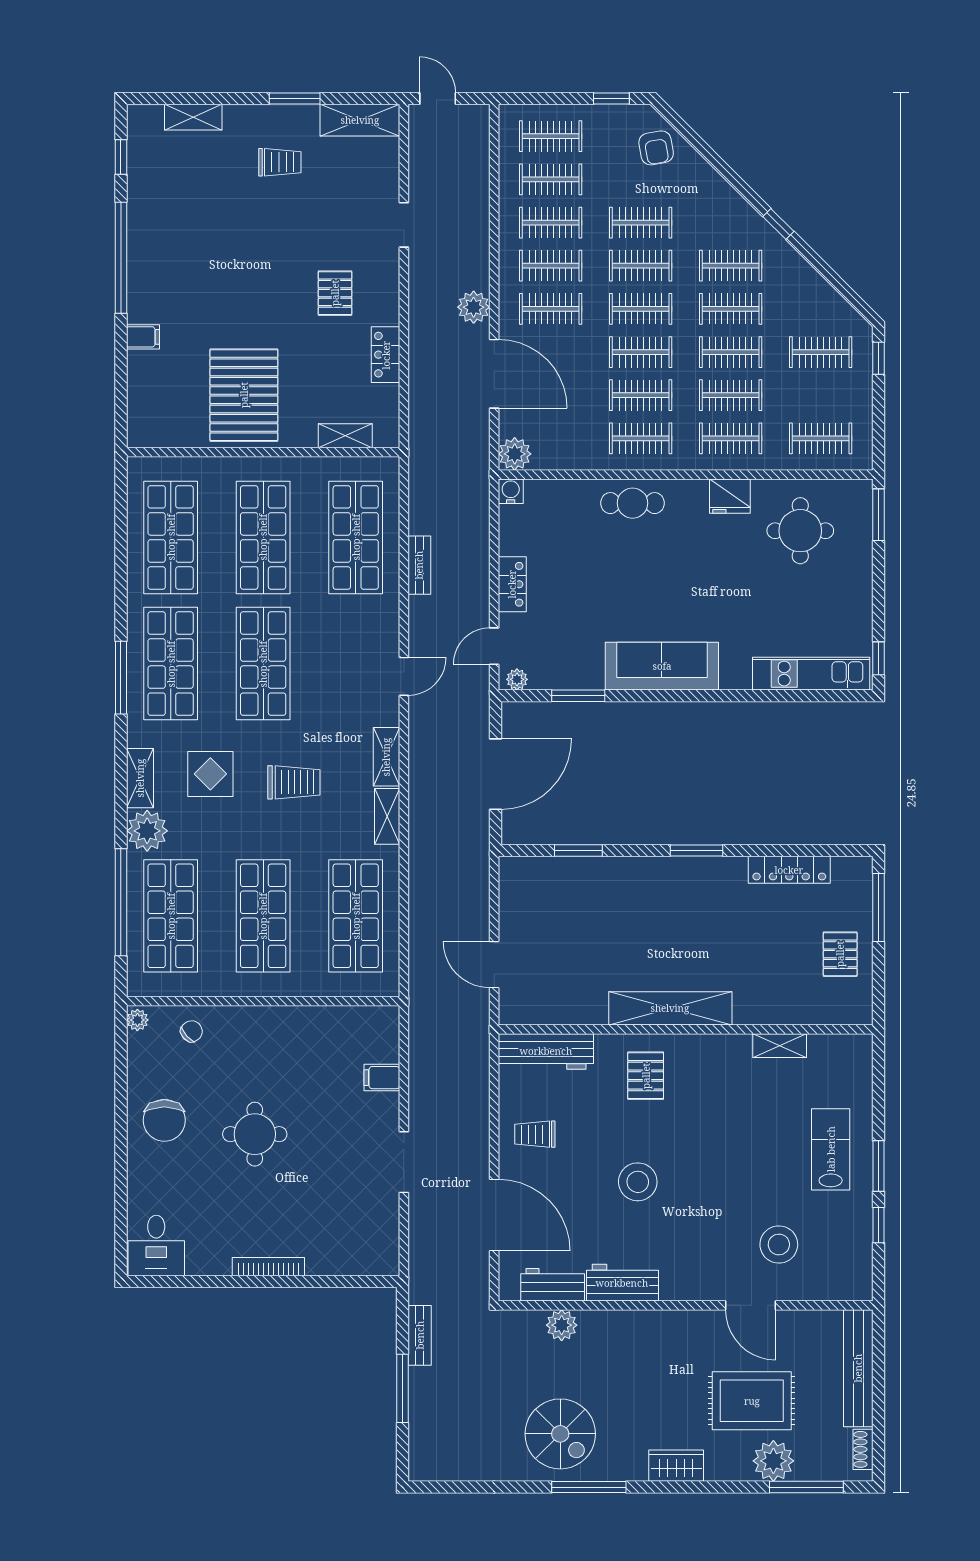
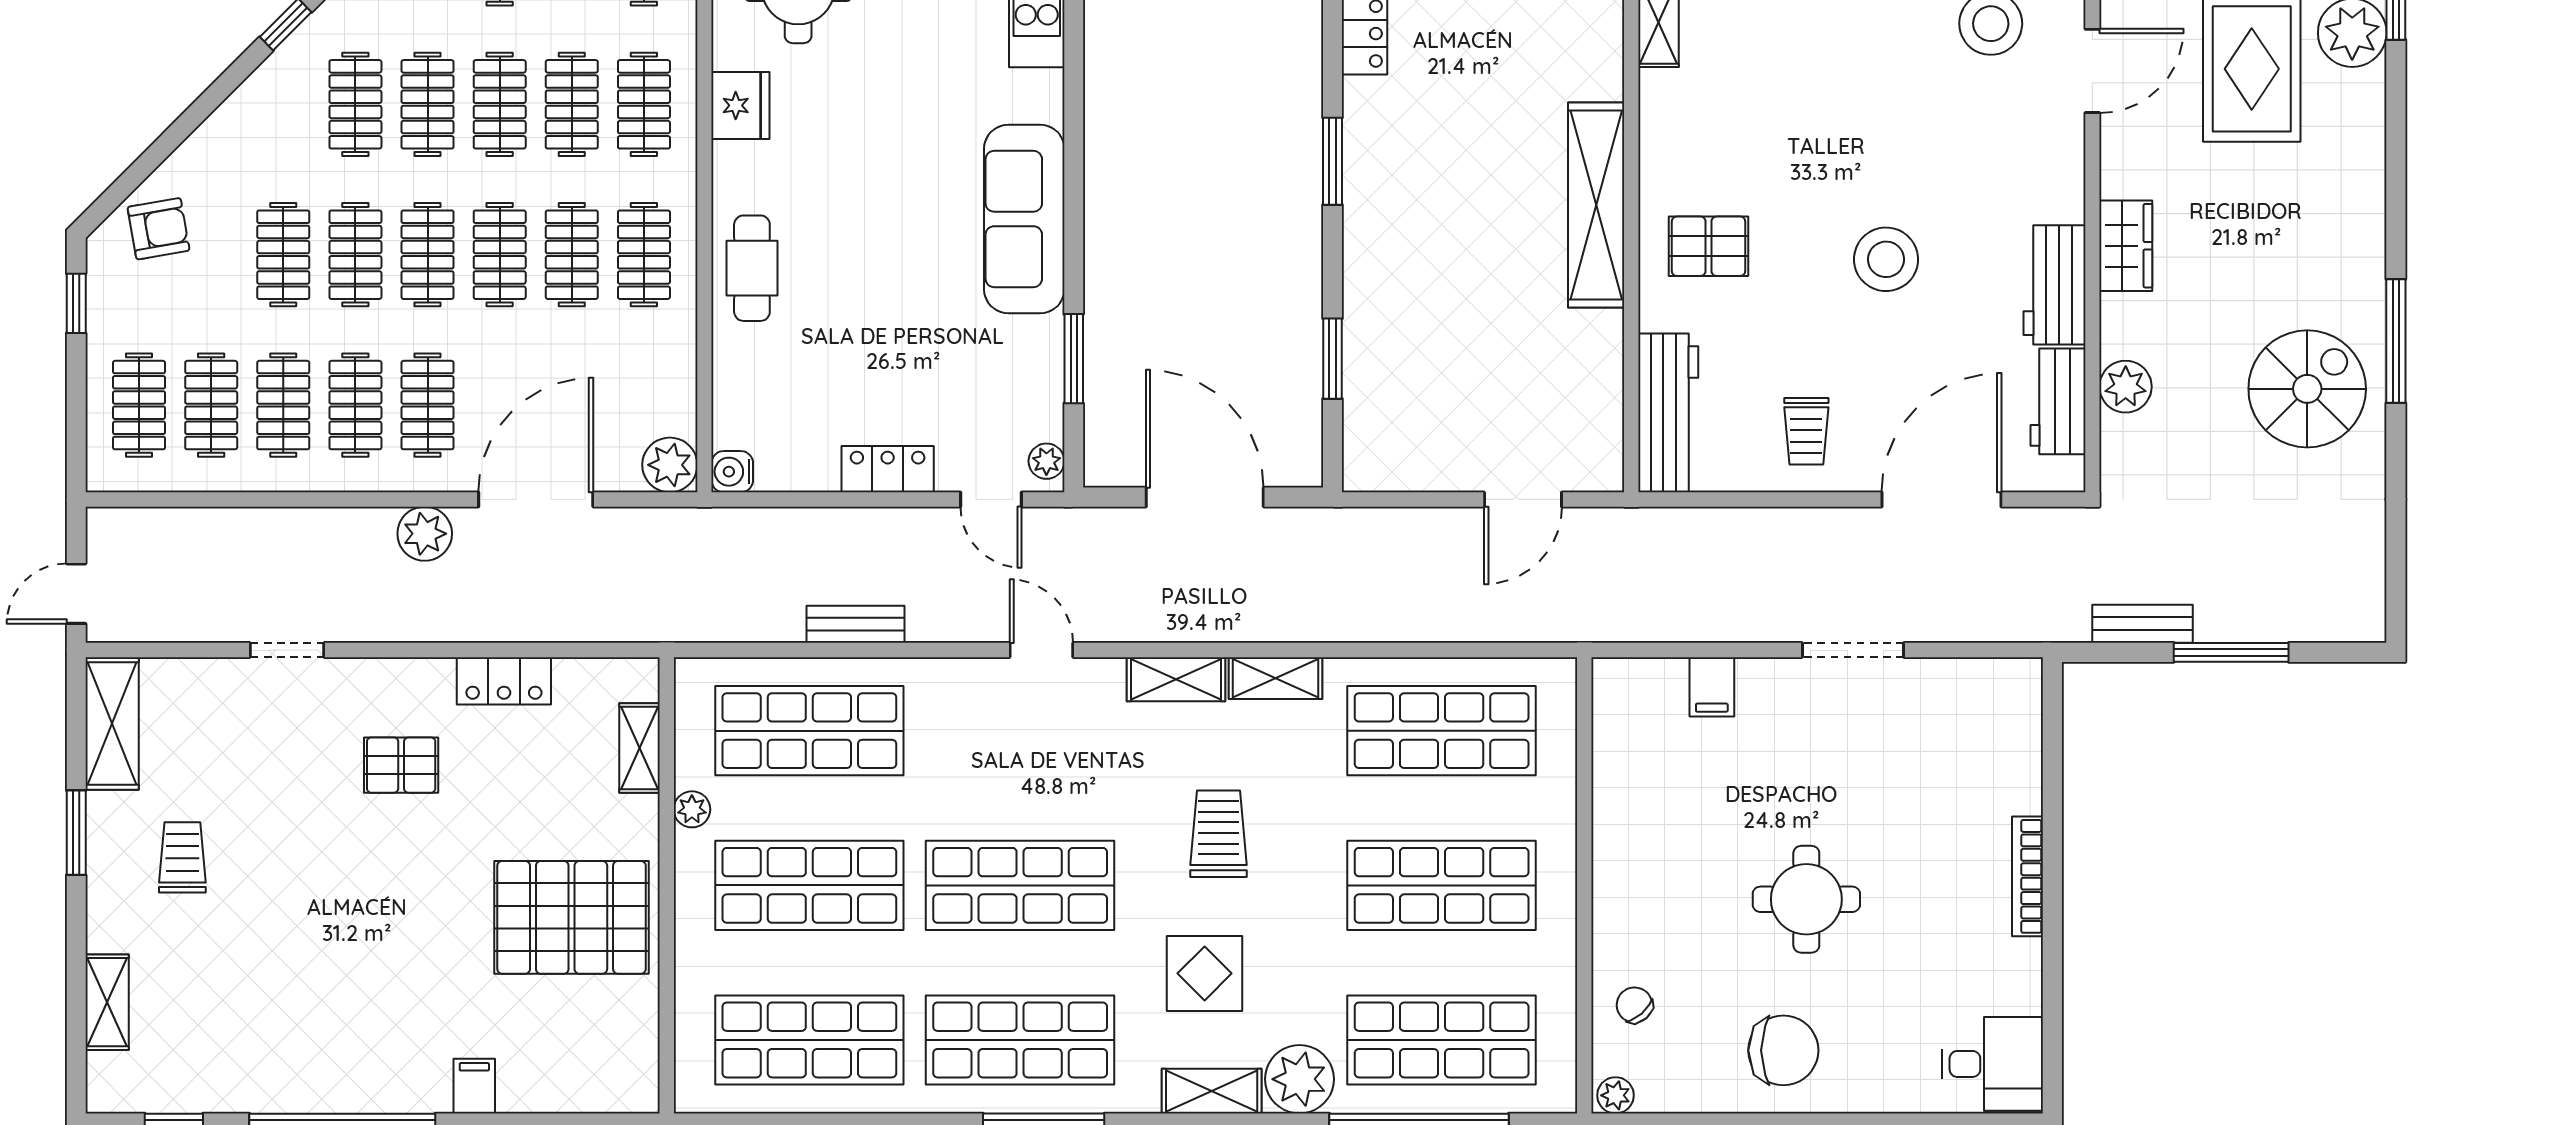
plant: (309, 467) -> (692, 809), added
wardrobe: (676, 1466) -> (2126, 246), moved, turned 180

